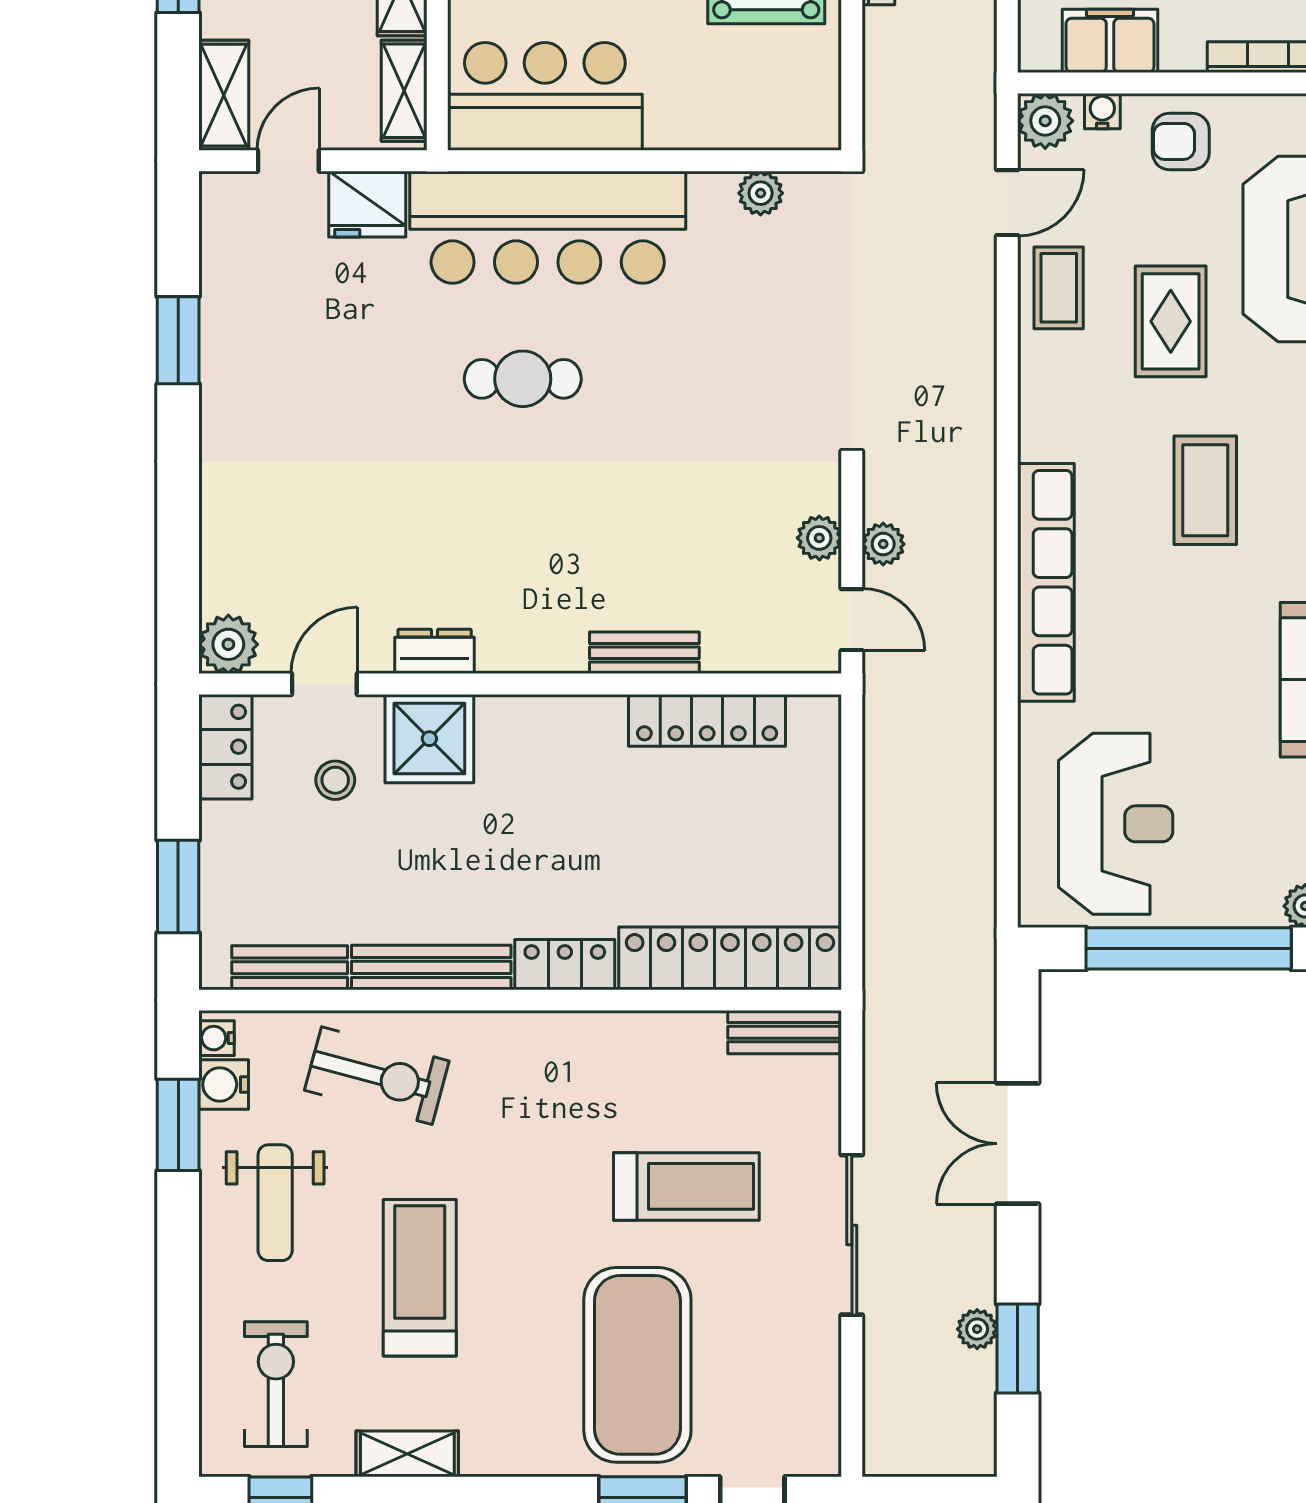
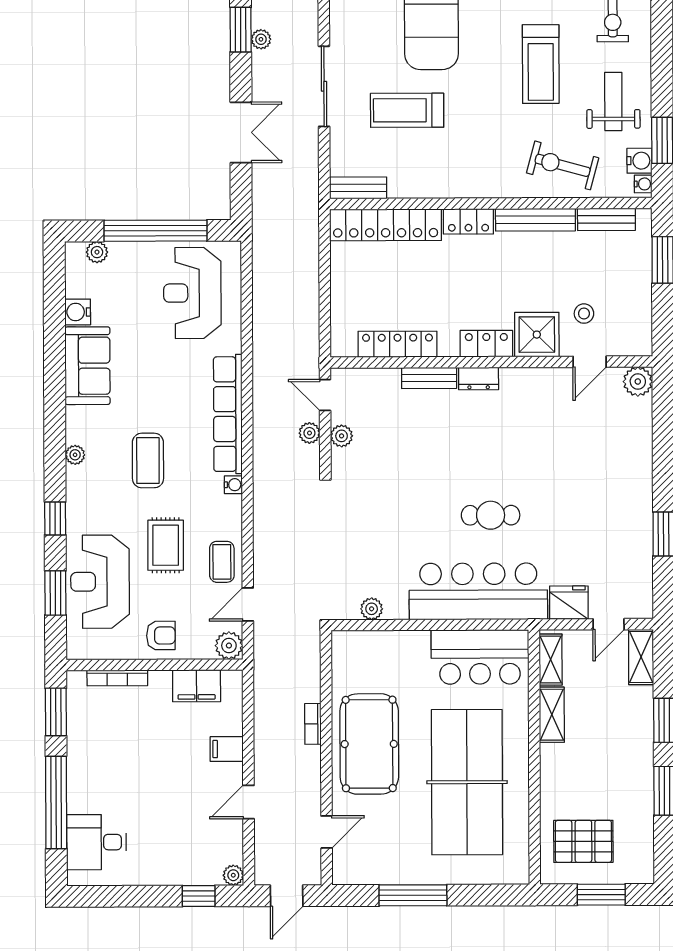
water cooler: (1102, 111) -> (233, 485), moved, turned -90
dresser: (435, 651) -> (479, 379), moved
locker: (225, 747) -> (486, 344), moved, turned 90

